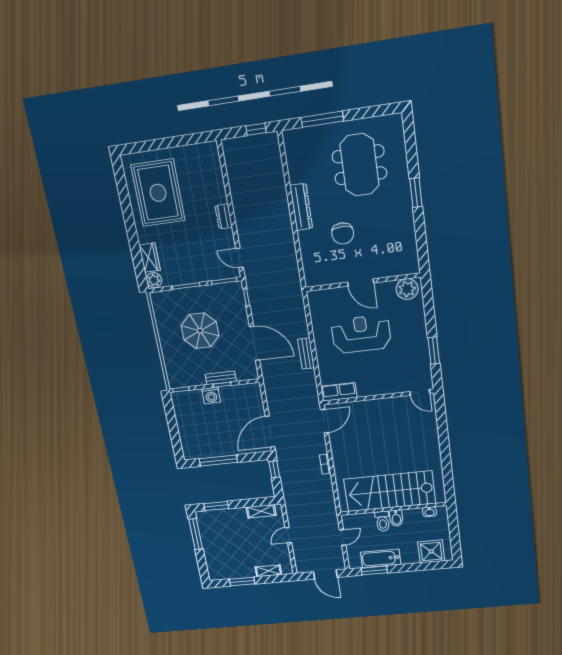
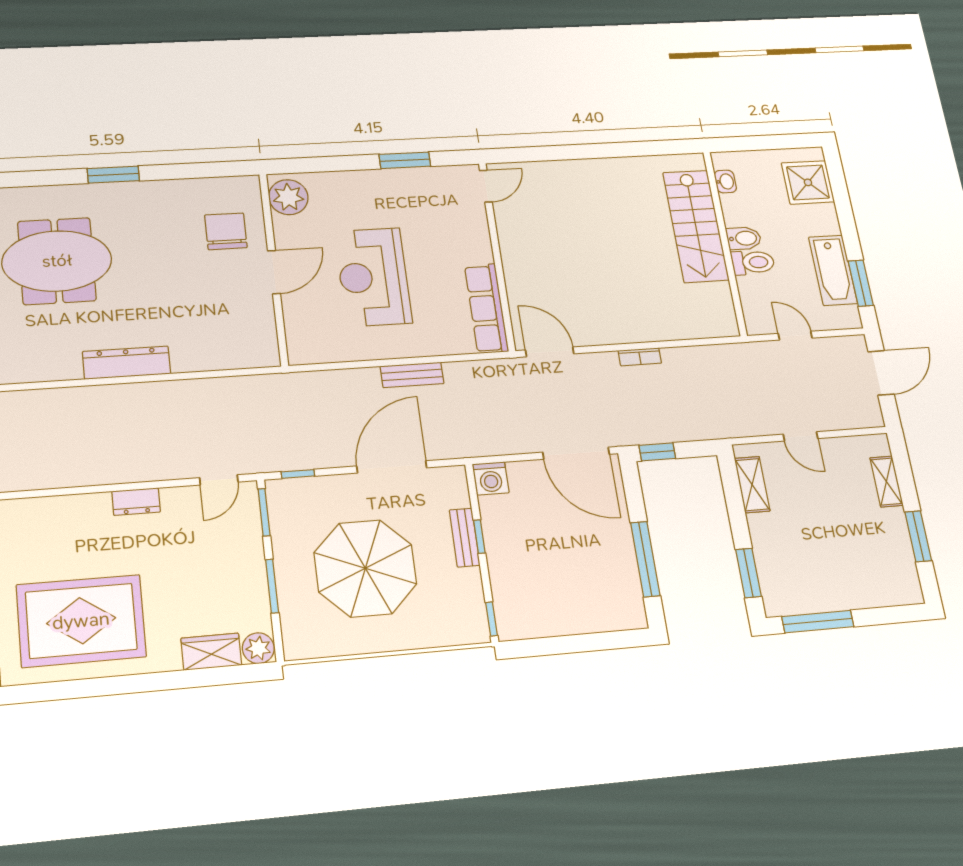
chair: (343, 233) -> (226, 231), moved, turned -90
parasol: (200, 331) -> (365, 568), width x1.36, depth x1.36
row of seats: (339, 392) -> (486, 308), width x1.48
washing machine: (211, 395) -> (491, 478), moved, turned 90
stairs: (390, 491) -> (696, 226), width x0.73, depth x0.66

